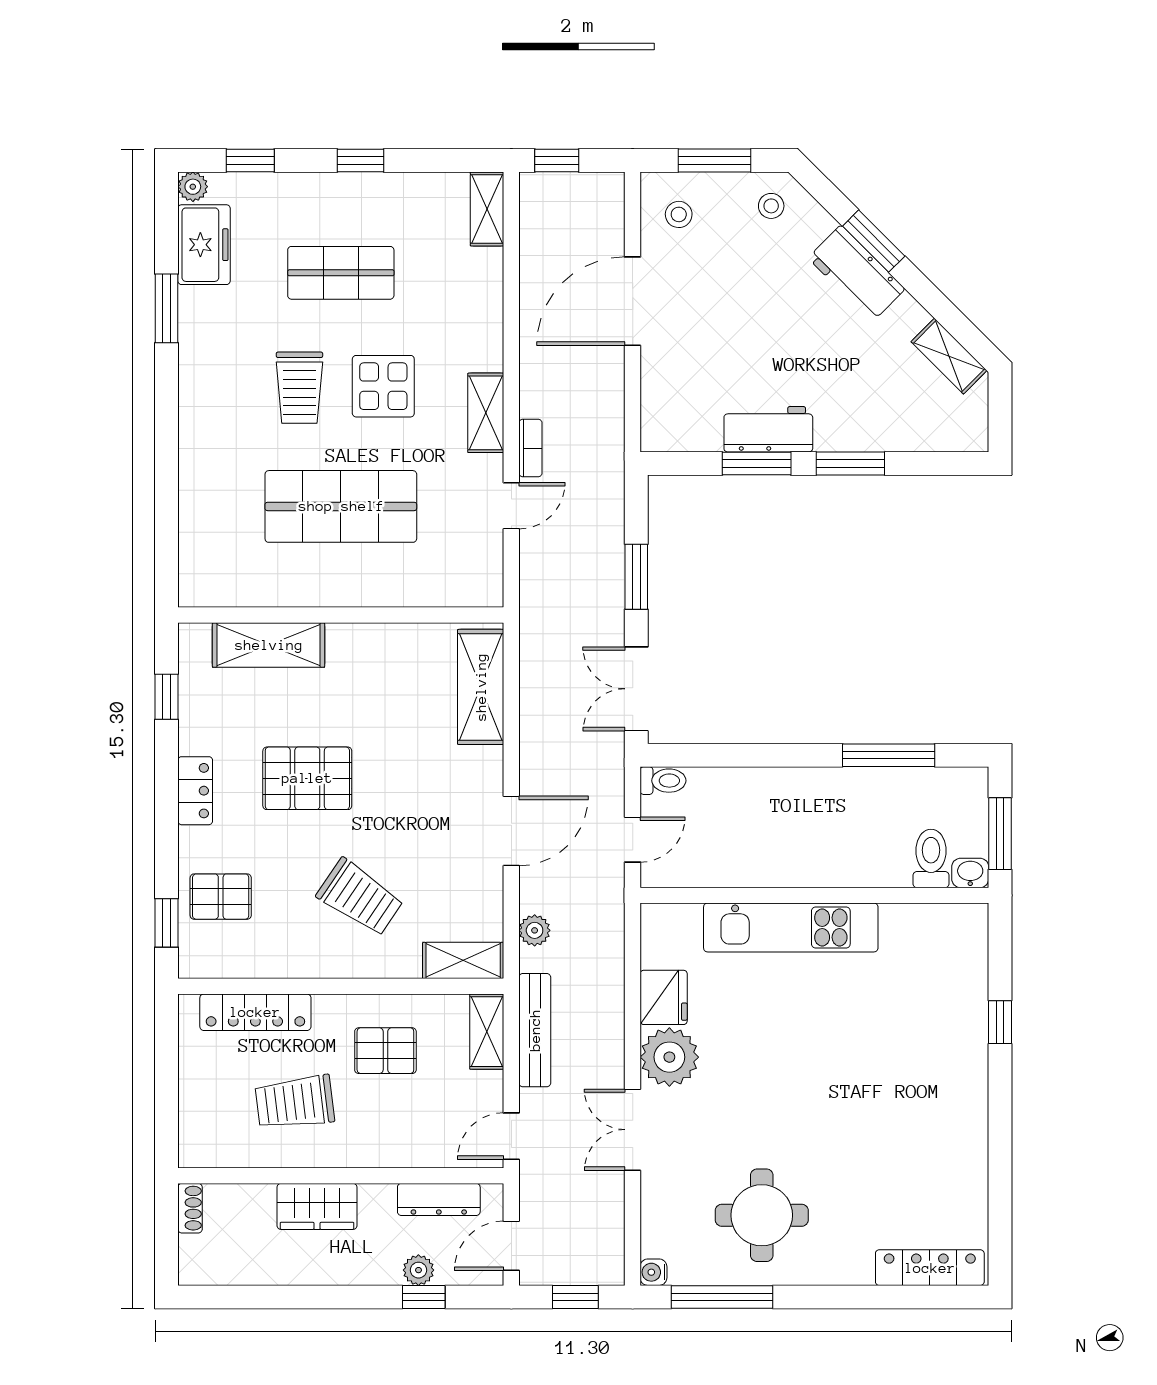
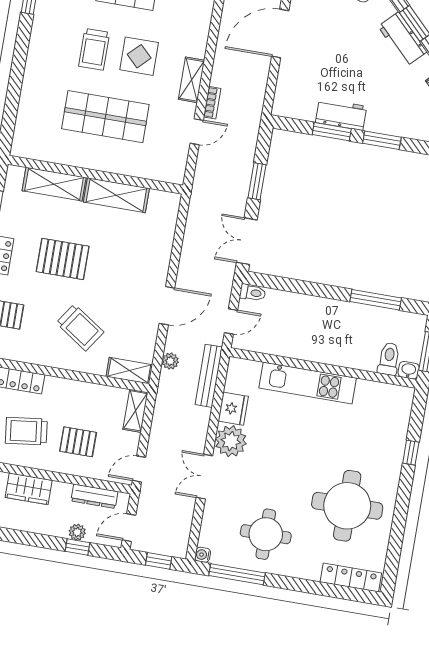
shelving: (481, 687) -> (116, 195), moved, turned 90
bench: (535, 1030) -> (209, 376), moved
pallet: (385, 1051) -> (78, 442), moved
round table: (901, 1138) -> (347, 506), added

